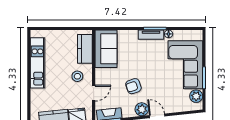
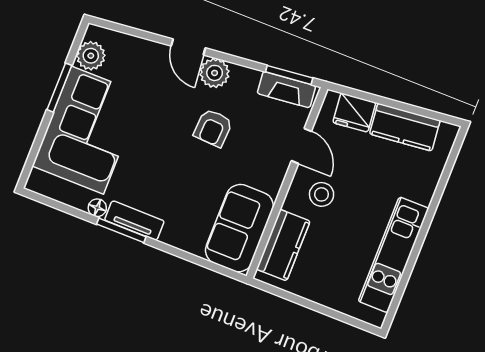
armchair: (133, 86) -> (213, 128), turned 112
door: (94, 93) -> (301, 146), swing flipped

